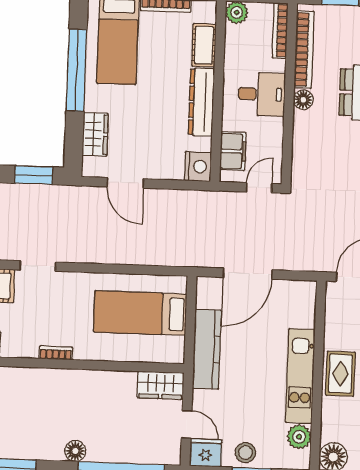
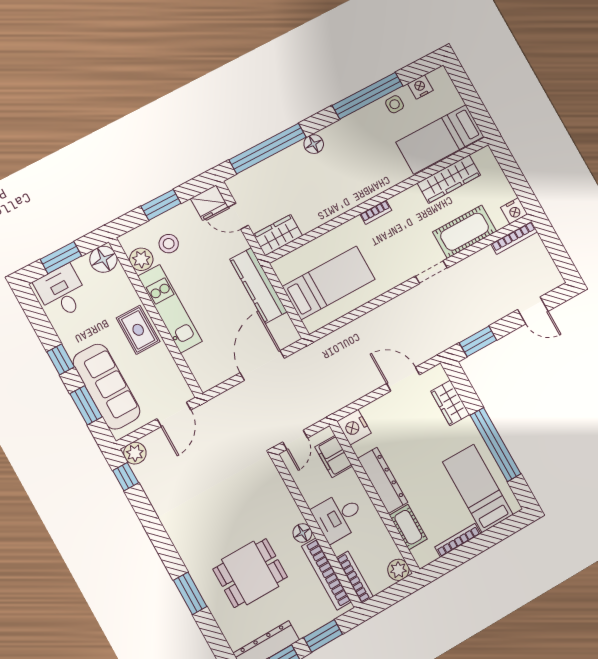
stool: (245, 453) -> (169, 244), moved

